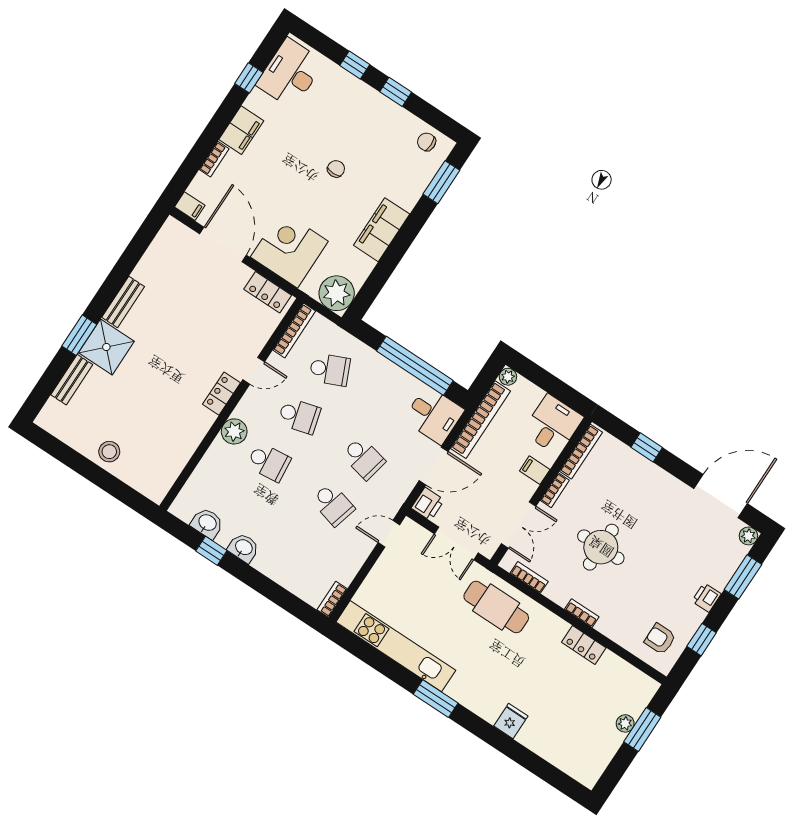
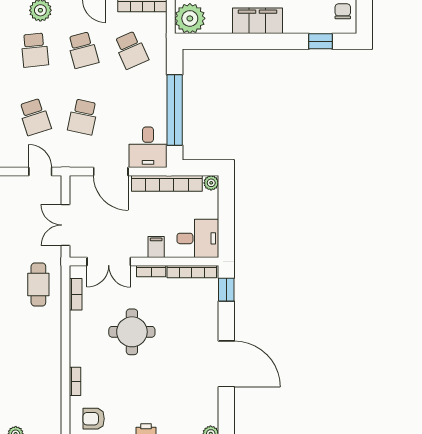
window: (441, 182) -> (321, 41), width x0.67
window: (647, 447) -> (226, 290), moved
door: (721, 496) -> (226, 364), moved
school desk: (333, 504) -> (35, 117), turned -33
printer: (428, 504) -> (80, 186), removed
cafe table: (496, 607) -> (38, 284), width x0.73, depth x0.74
bookcase: (582, 613) -> (75, 381), moved
armchair: (660, 639) -> (94, 419), turned -90
locker: (584, 645) -> (53, 366), removed

